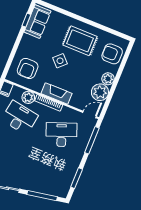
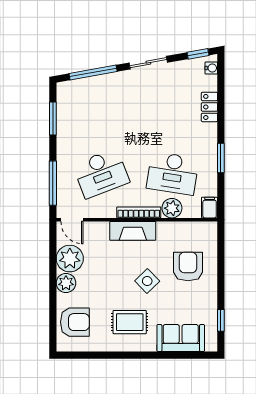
sofa: (37, 22) -> (181, 338), moved, turned 90
rug: (80, 41) -> (130, 322), width x0.73, depth x0.70
armchair: (28, 68) -> (188, 266), moved
door: (89, 114) -> (72, 220), hinge flipped

